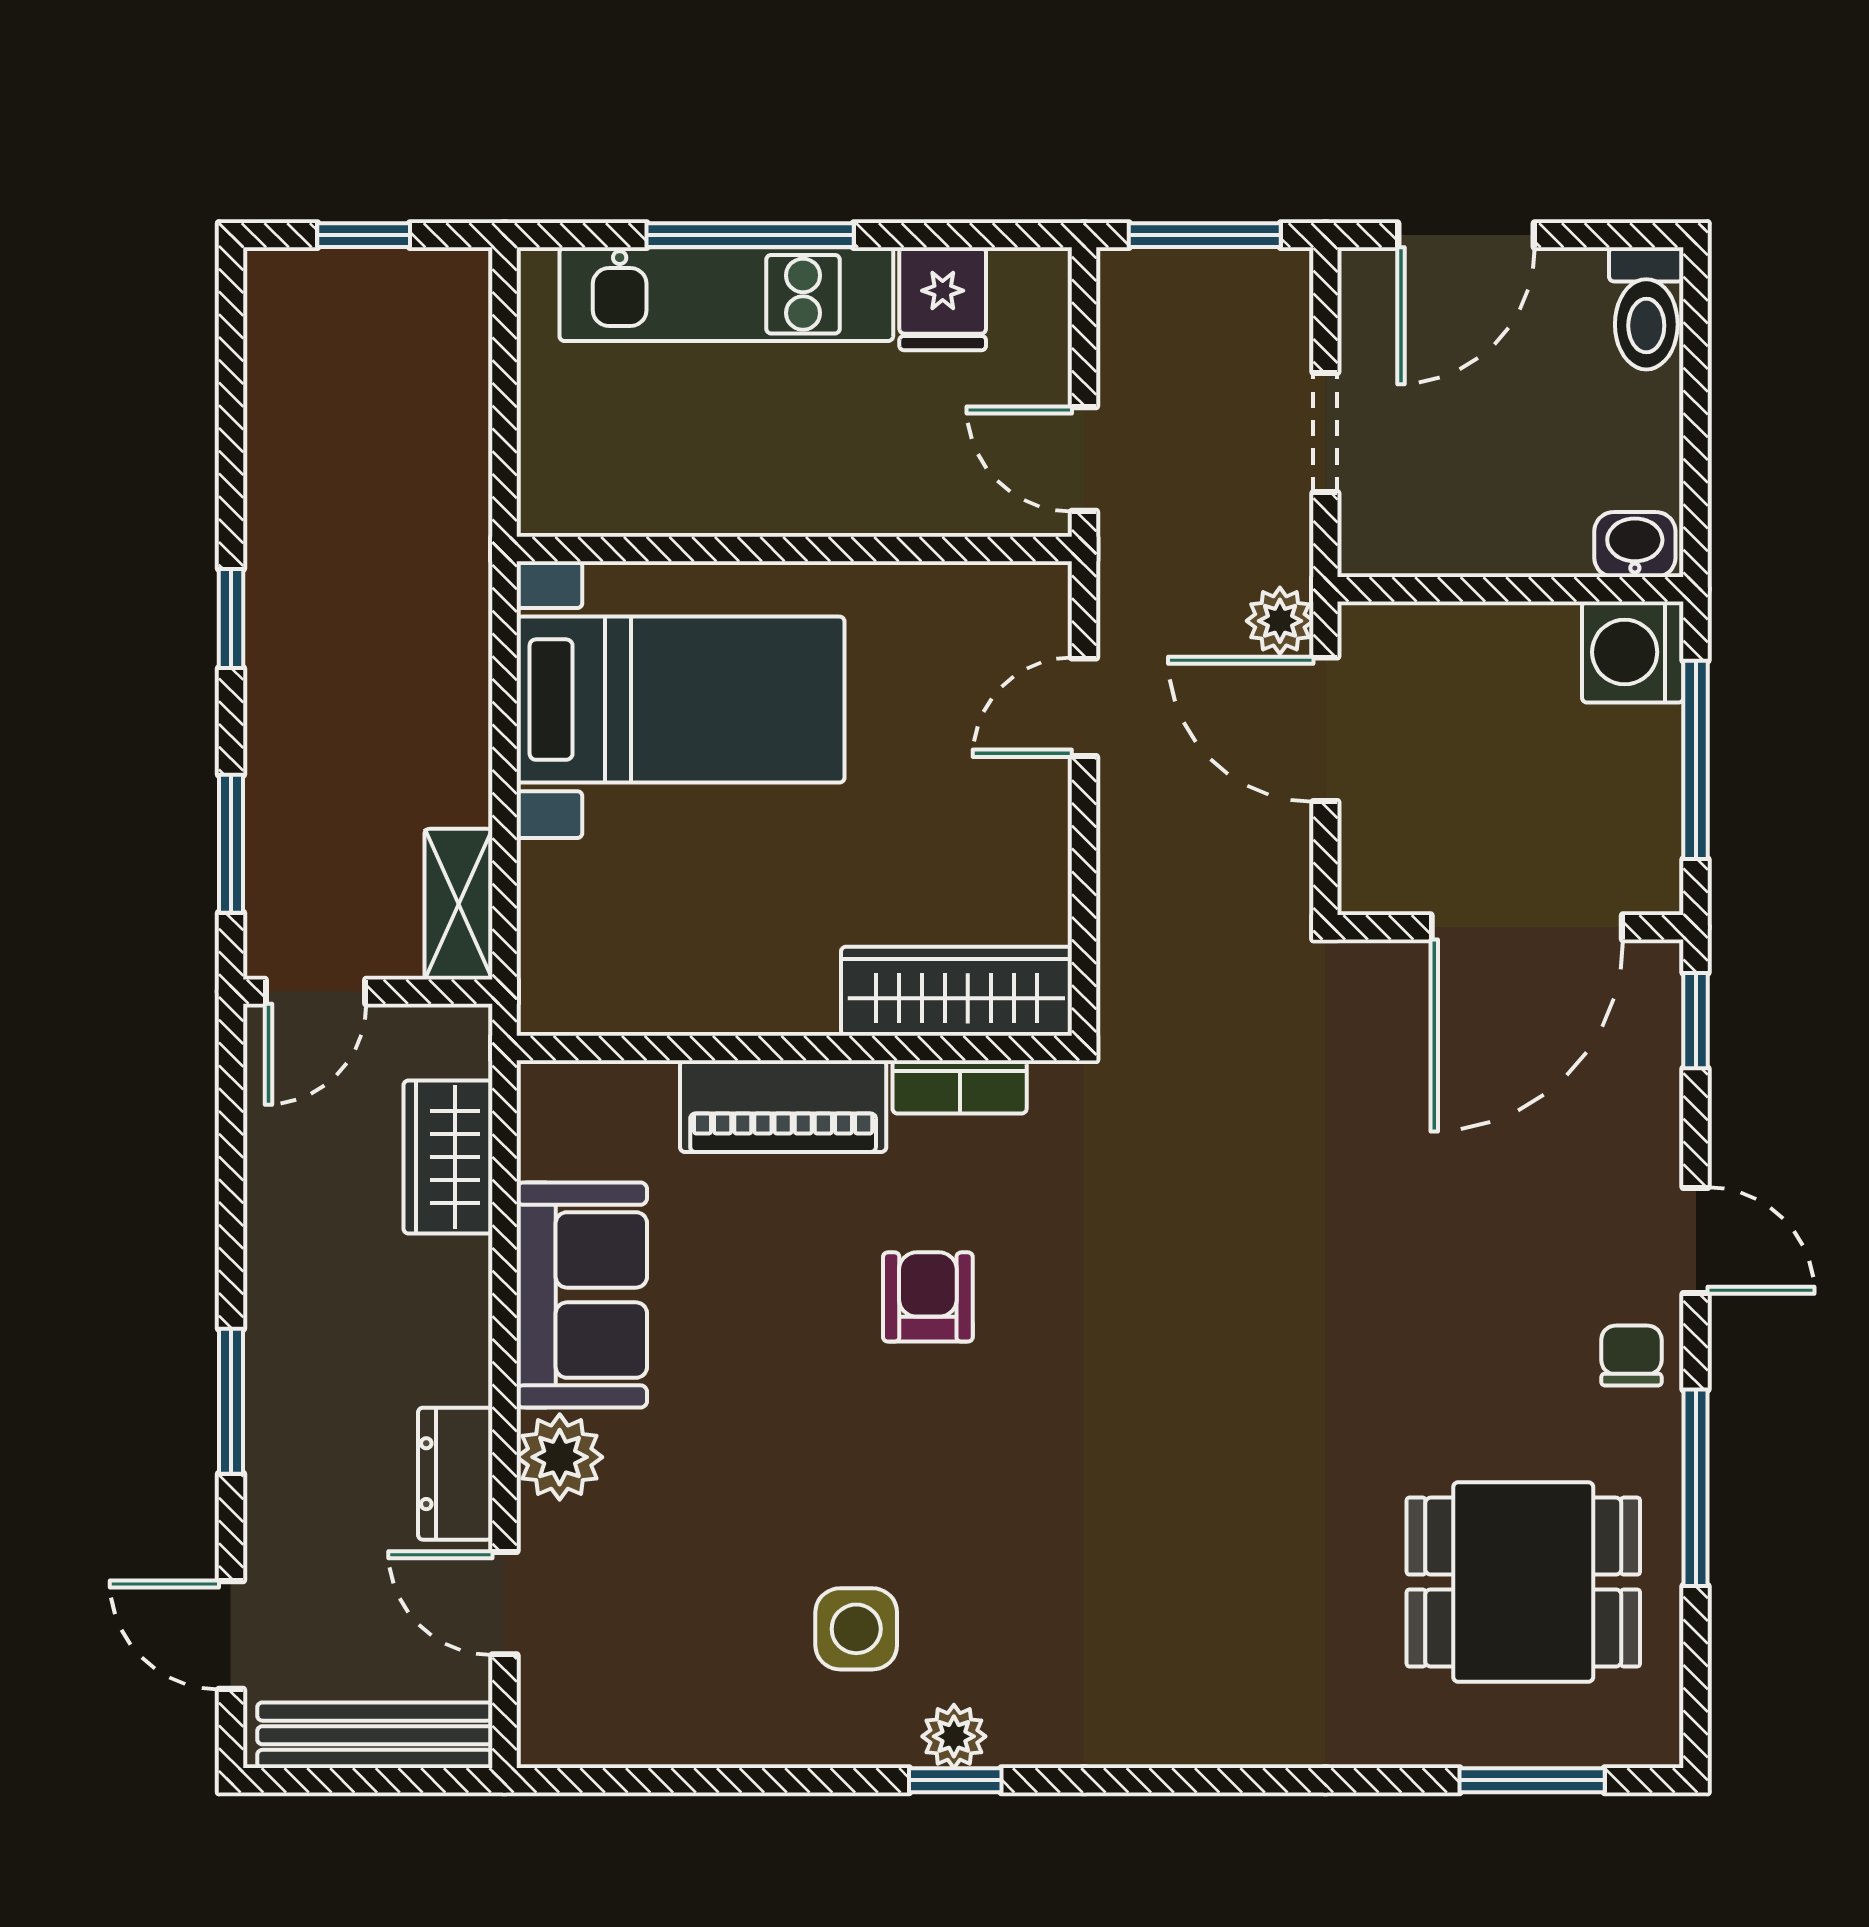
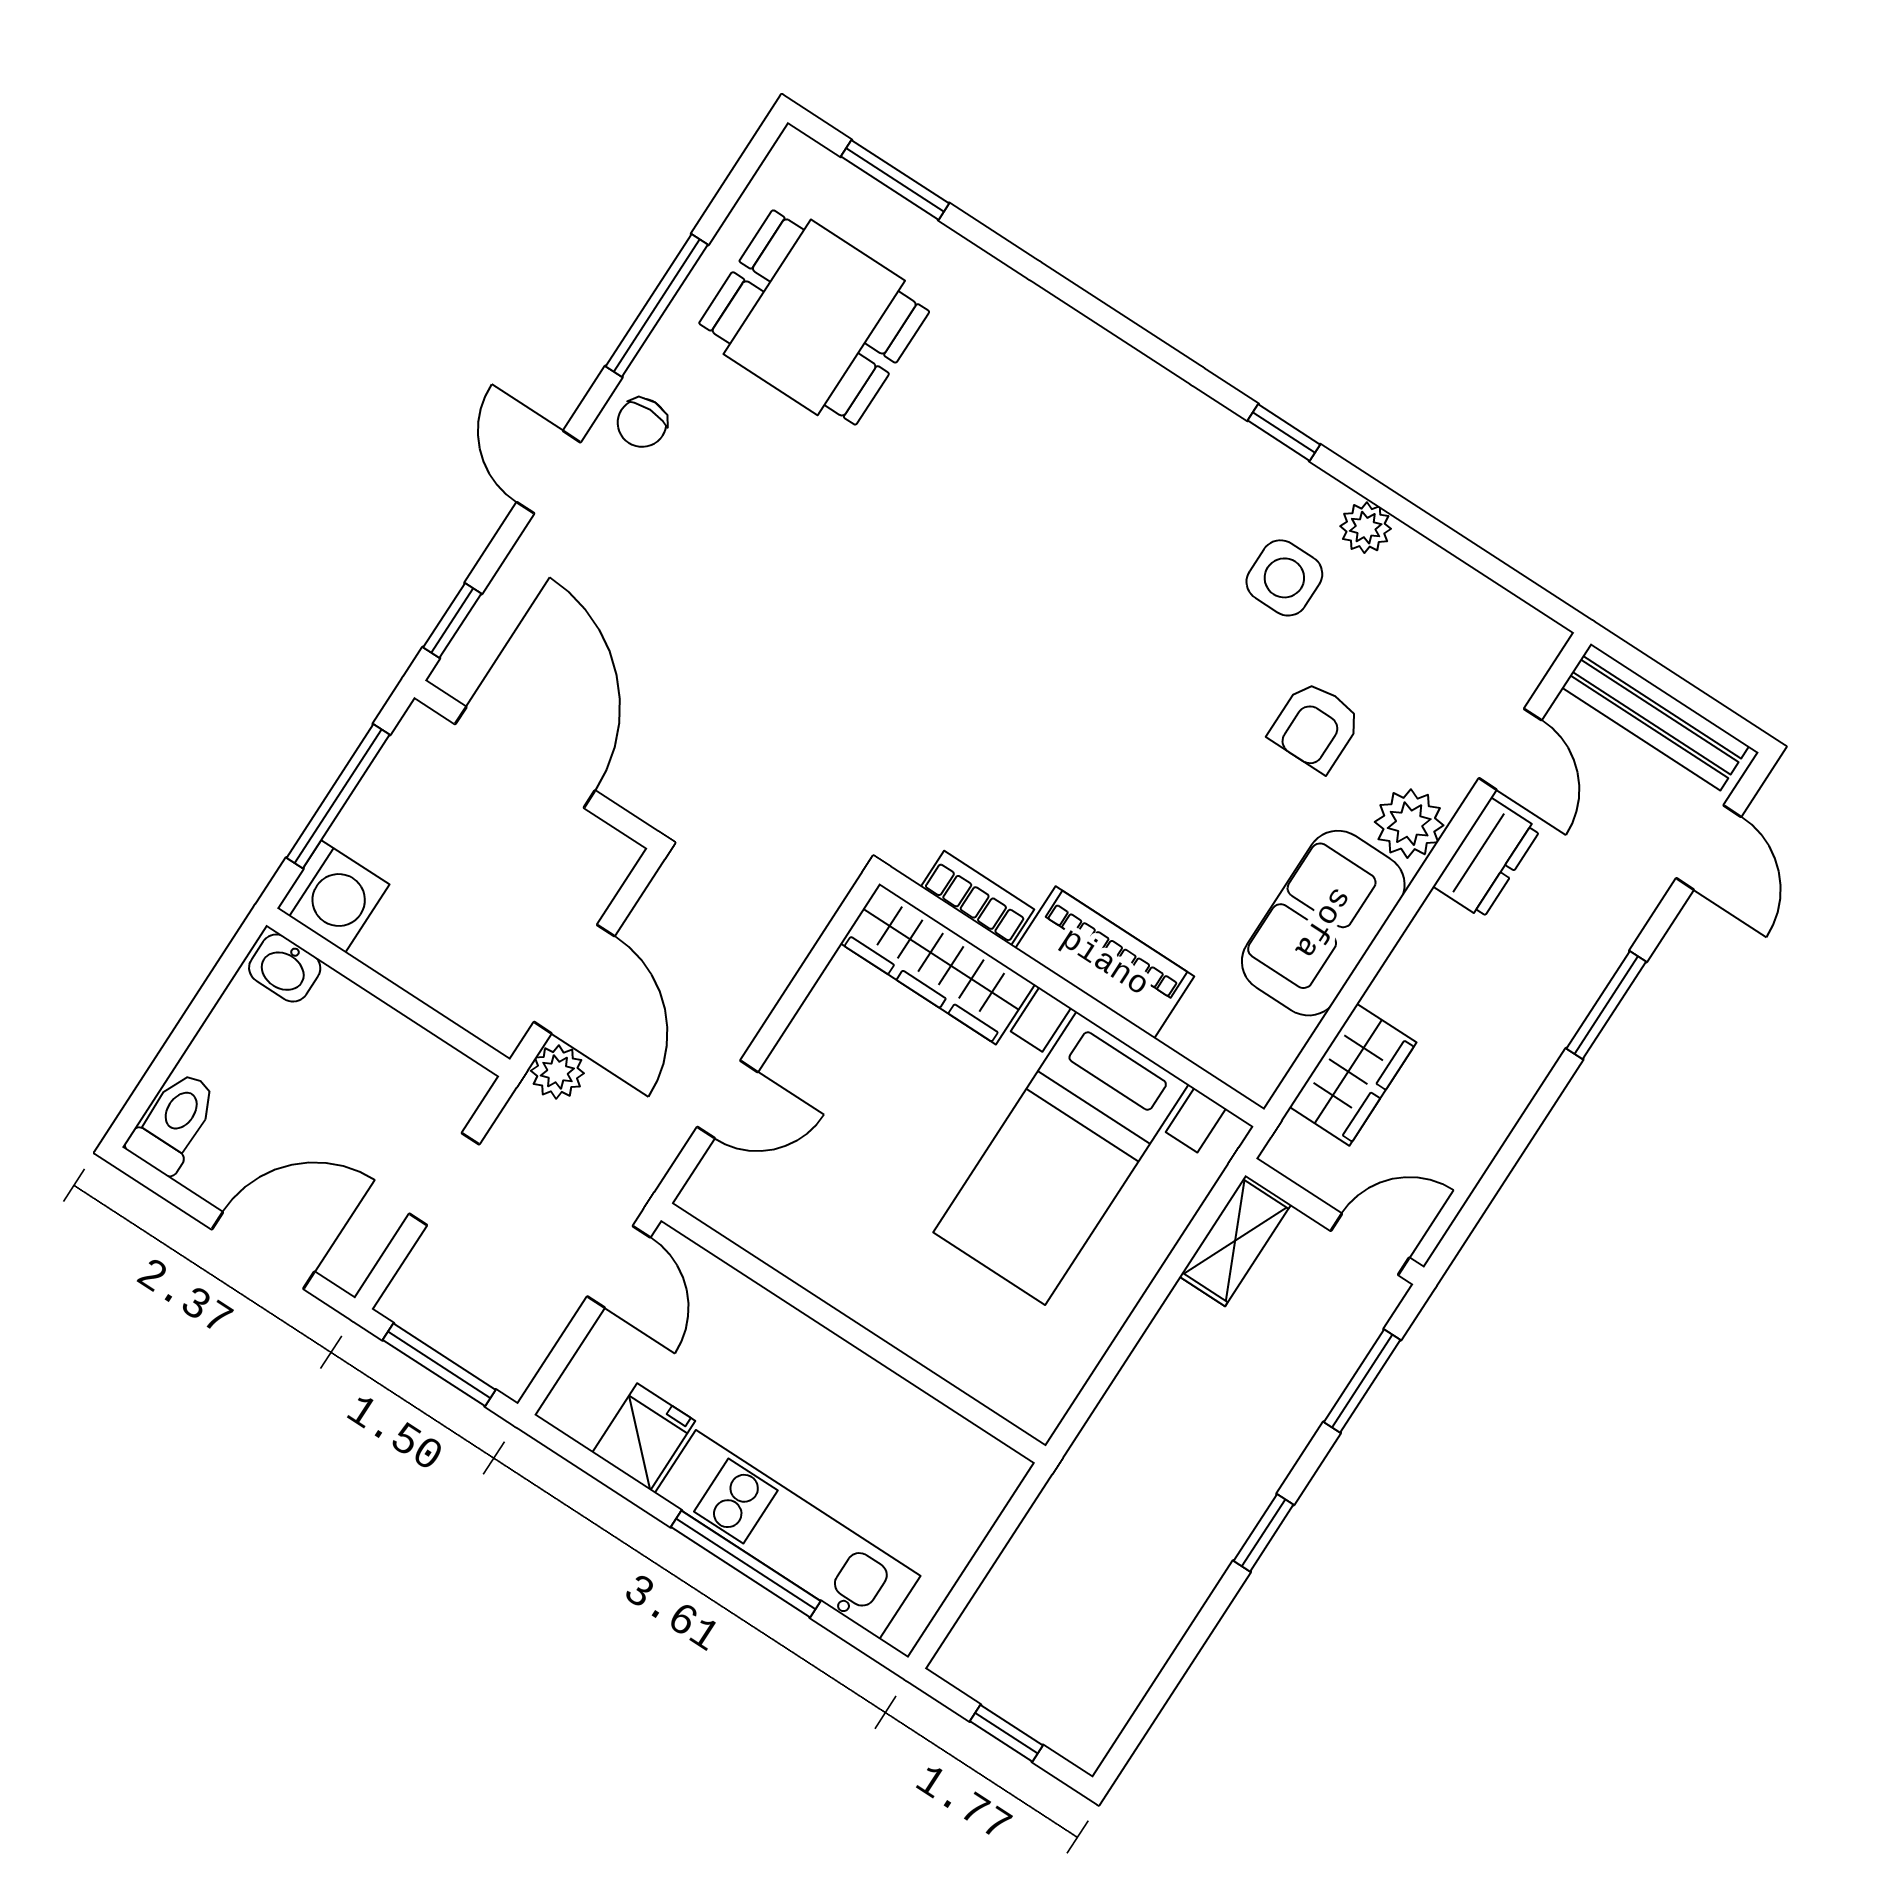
bed with nightstands: (681, 700) -> (1061, 1158), moved, turned -90
door: (1527, 927) -> (525, 757), hinge flipped
armchair: (928, 1297) -> (1315, 726), moved
plant: (954, 1736) -> (1366, 528), moved

